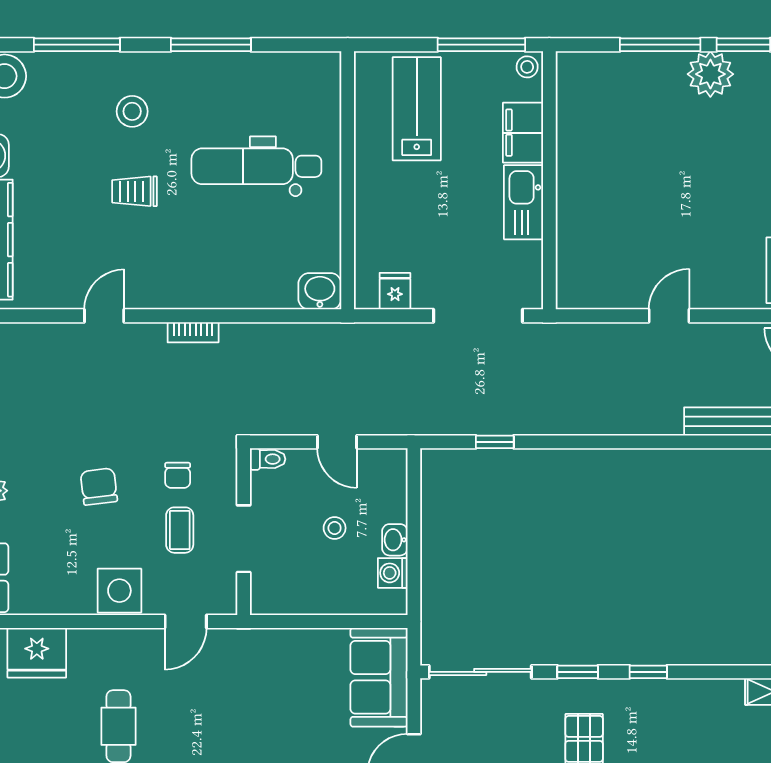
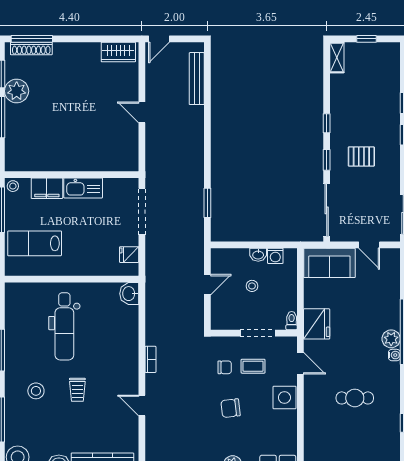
window: (495, 442) -> (207, 203), width x1.50
toilet: (268, 459) -> (292, 321), moved
fridge: (37, 653) -> (317, 324), moved

